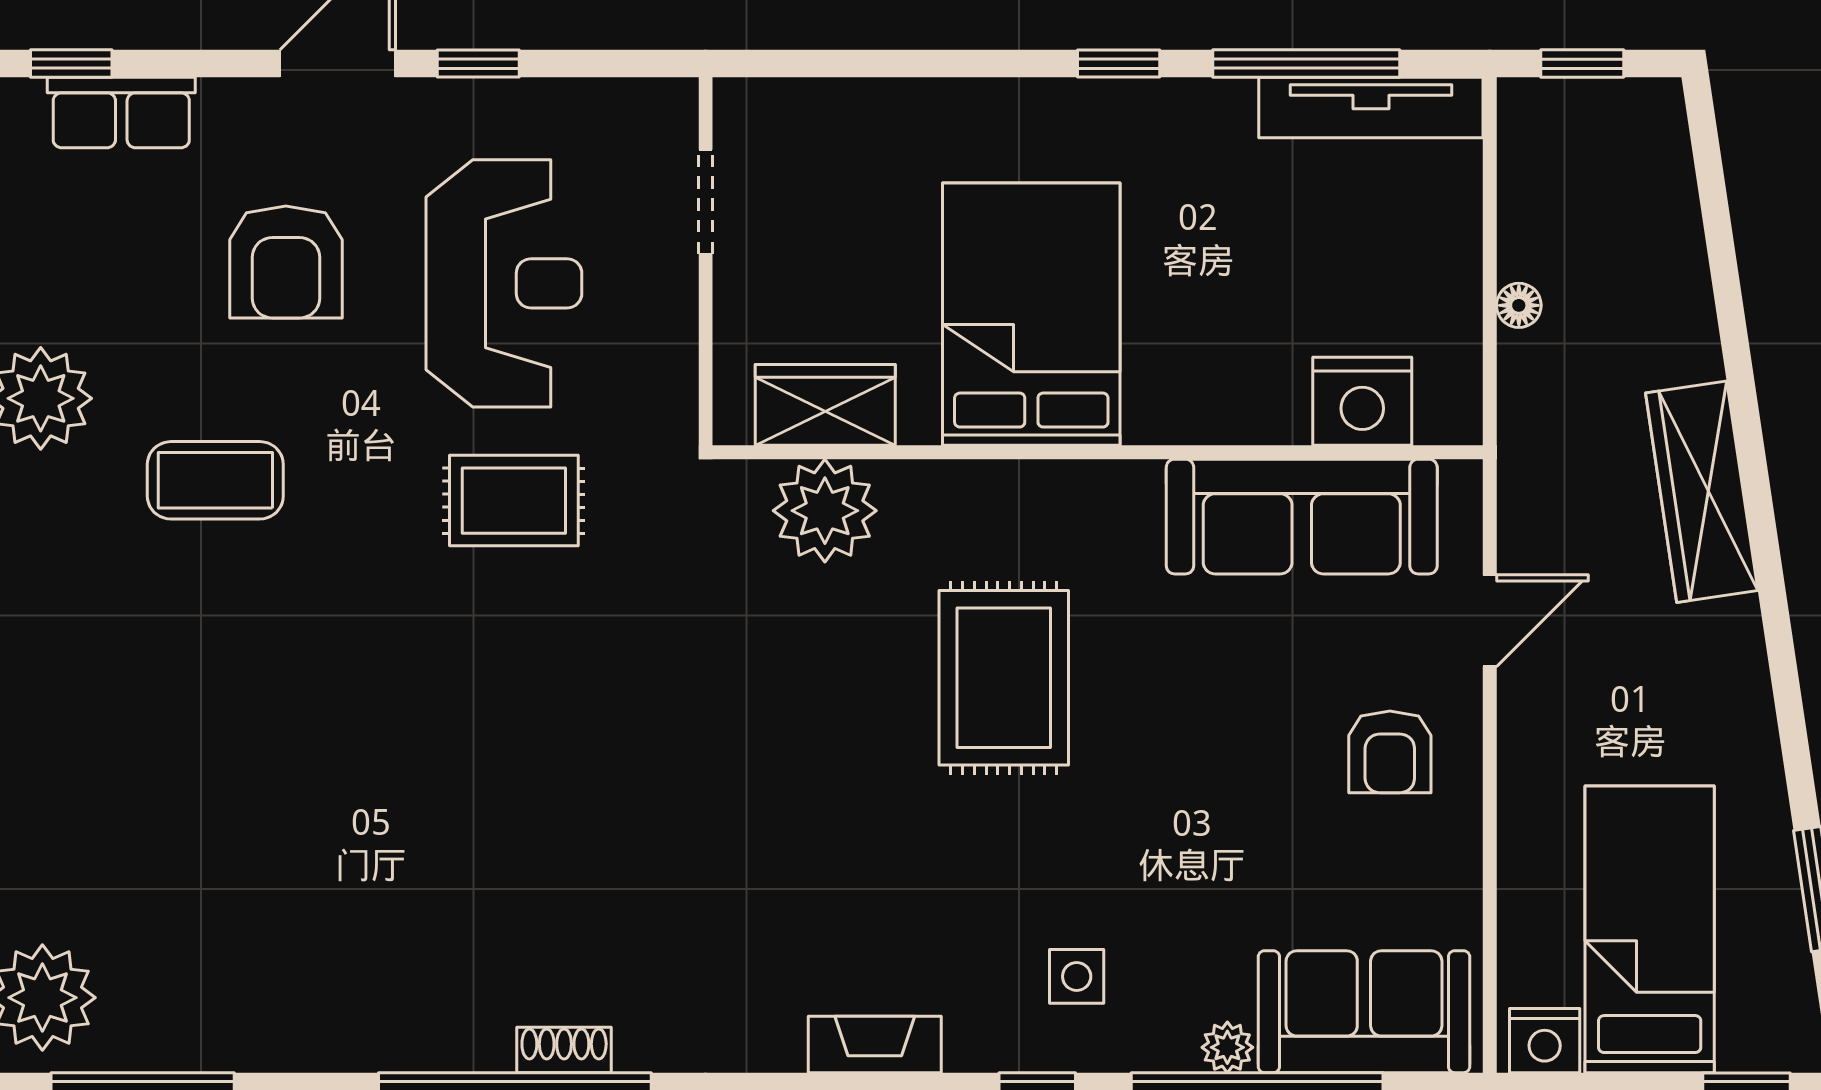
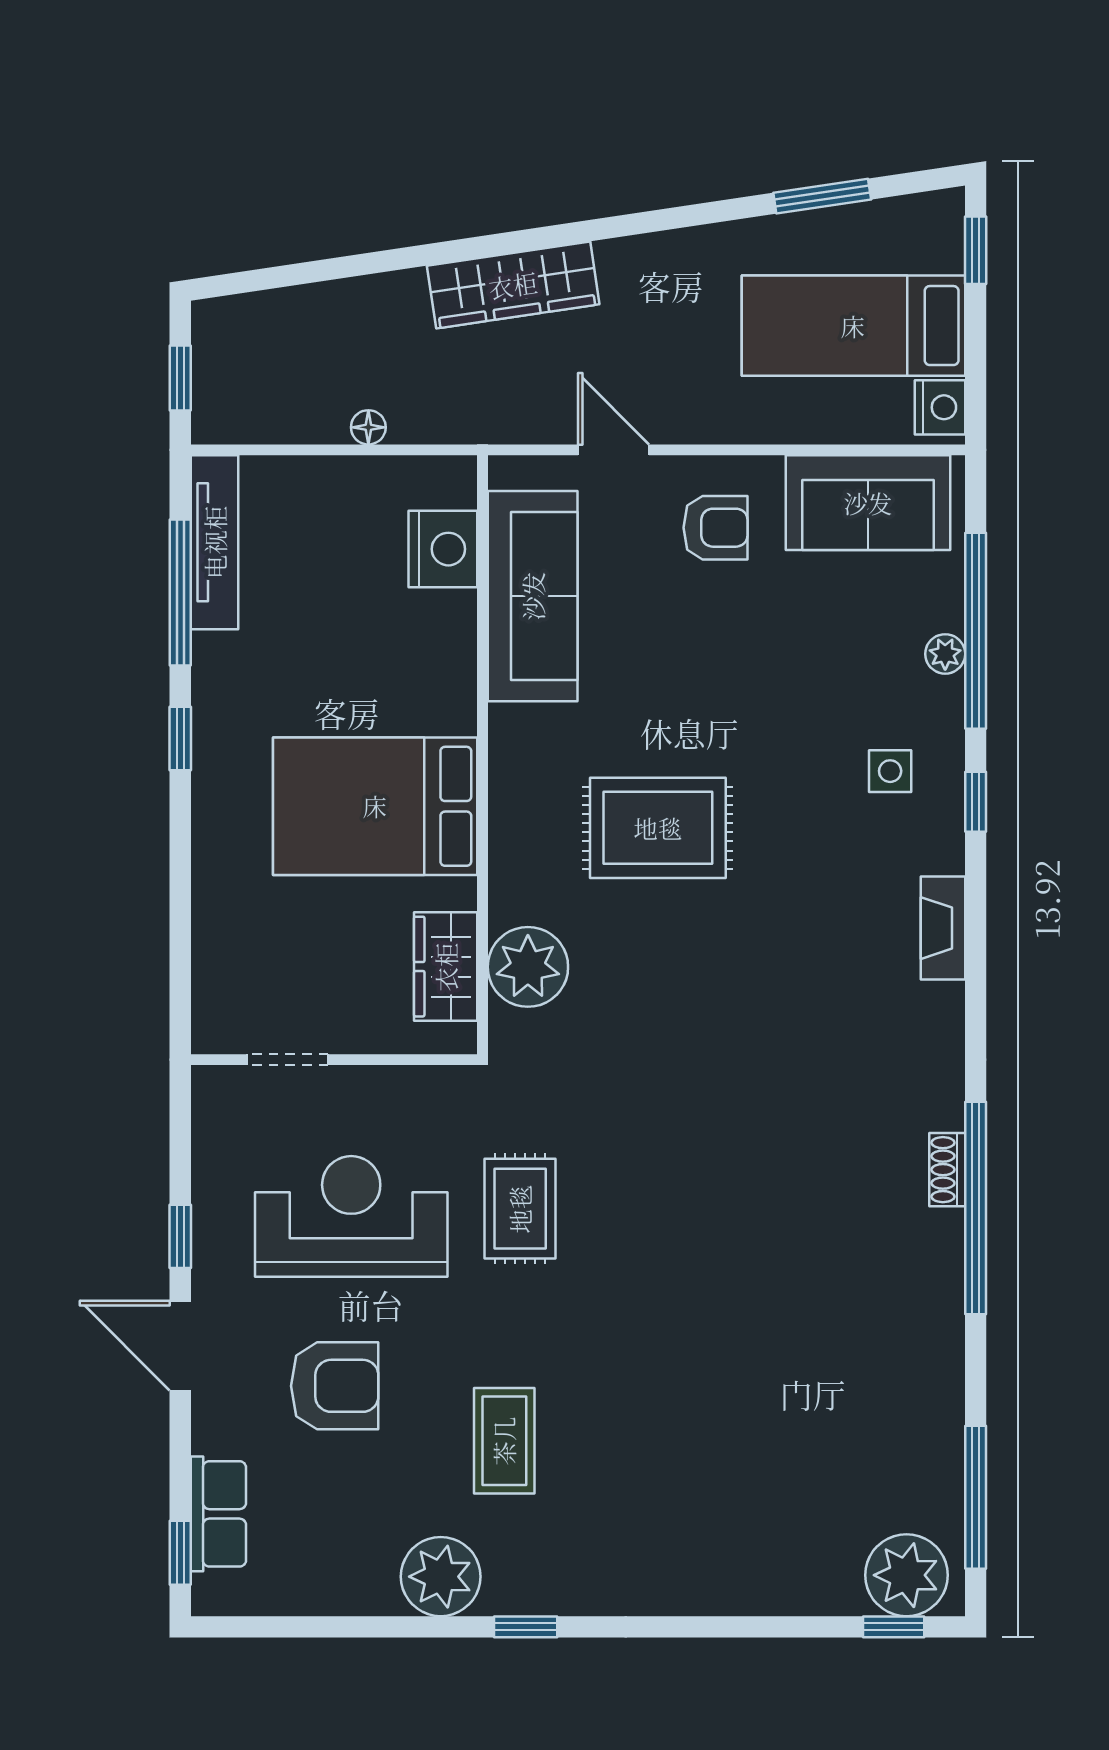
sofa: (1364, 1012) -> (868, 503), moved, turned -90

